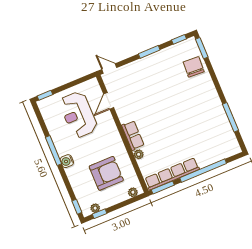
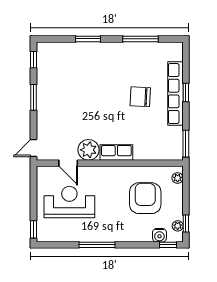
window: (202, 48) -> (88, 39), moved
chair: (194, 67) -> (140, 97), moved
reception desk: (78, 115) -> (69, 202), turned 180
plant: (139, 154) -> (88, 150), moved, width x1.88, depth x1.88
water cooler: (67, 161) -> (159, 235), moved
window: (203, 171) -> (186, 93), width x0.32
row of seats: (172, 174) -> (175, 94), moved

